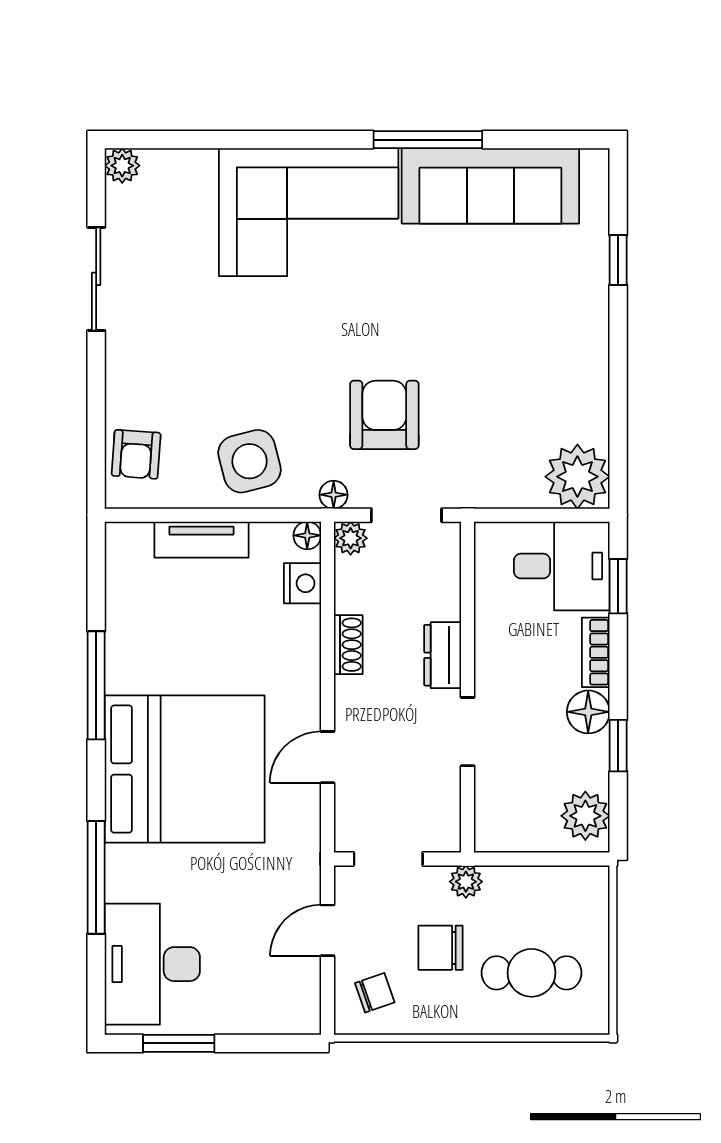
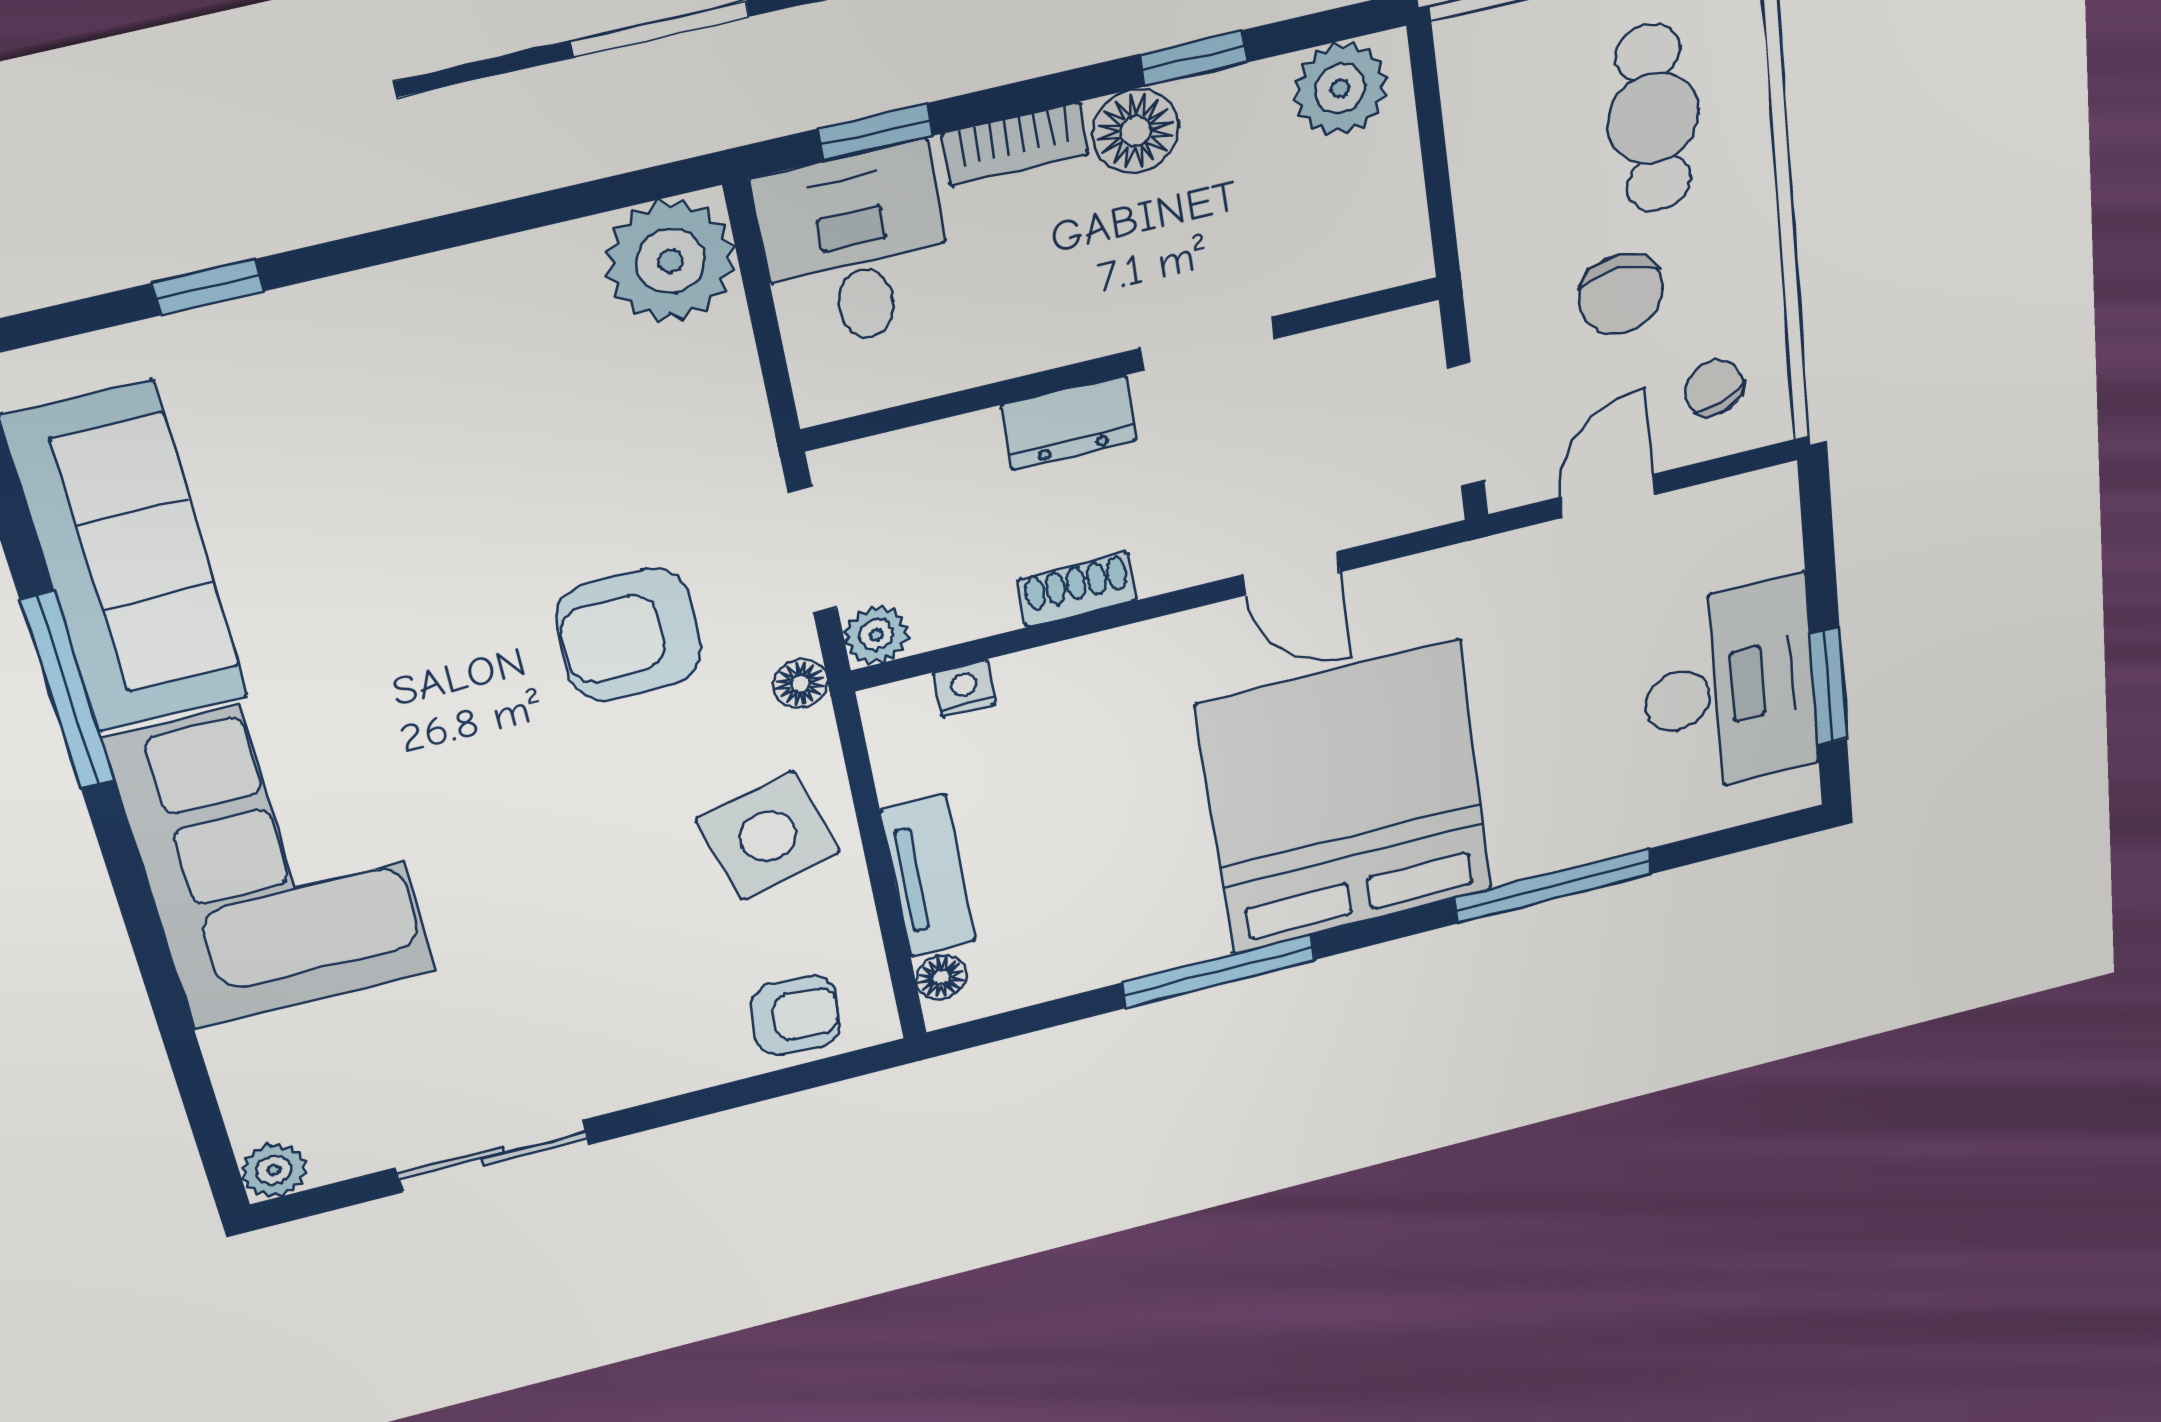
floor lamp: (307, 535) -> (941, 977), moved
nightstand: (303, 583) -> (965, 688), width x0.72, depth x0.74
plant: (466, 882) -> (1493, 278), removed
door: (328, 930) -> (1608, 496), swing flipped
desk: (152, 964) -> (1729, 688), moved, turned -90

